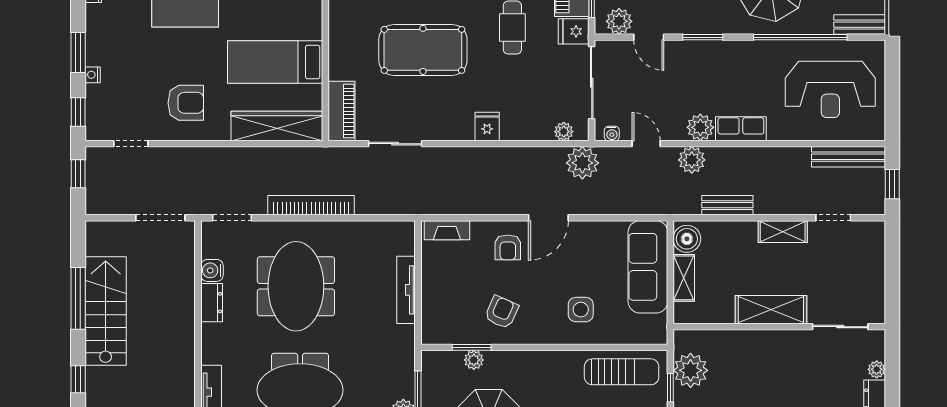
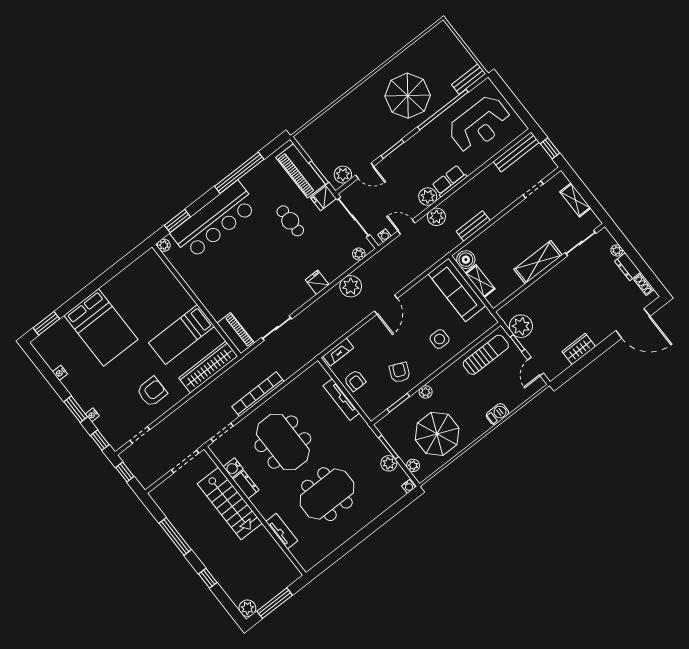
pool table: (423, 50) -> (253, 269), removed
plant: (582, 163) -> (351, 286), moved
shelving: (783, 232) -> (575, 200), moved, turned 90
armchair: (508, 247) -> (355, 381), moved
stairs: (106, 311) -> (230, 503), moved, turned 180
plant: (474, 360) -> (426, 392), moved

